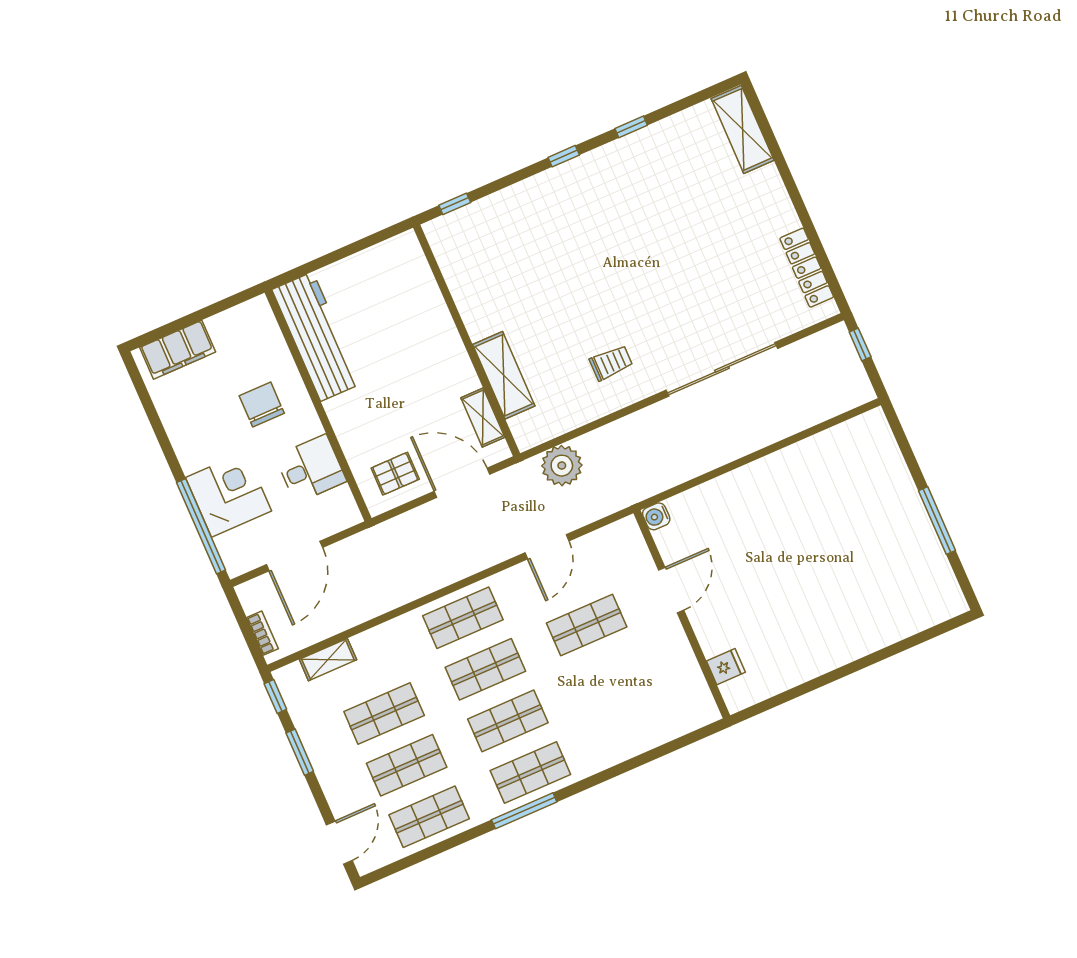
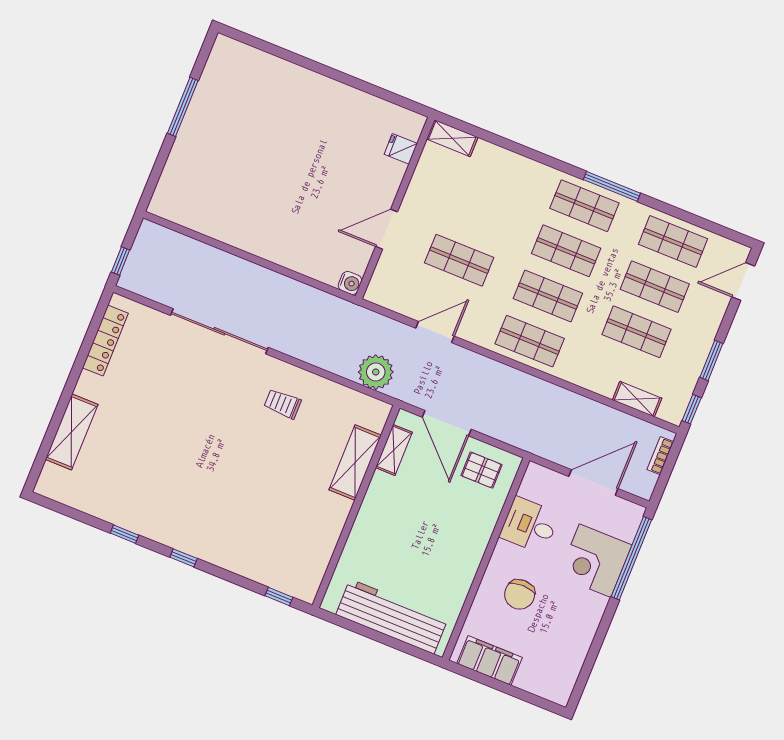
shelving: (743, 129) -> (72, 432), moved
workbench: (317, 337) -> (392, 617), moved, turned 90
filing cabinet: (178, 350) -> (489, 660), moved
shelving: (693, 718) -> (452, 138), added

